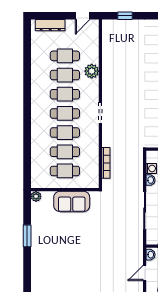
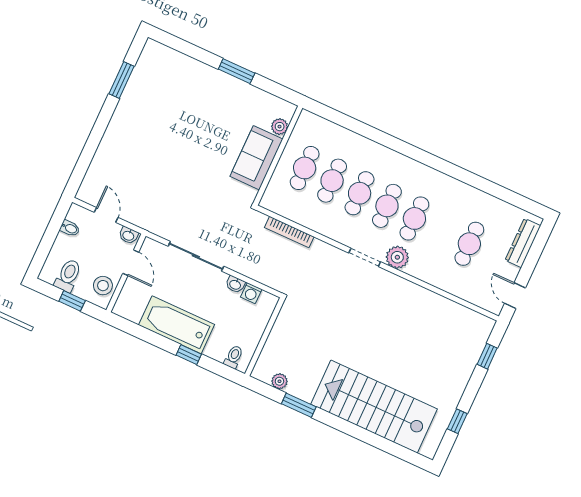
plant: (92, 71) -> (397, 257), moved
cafe table: (65, 75) -> (442, 231), removed
plant: (36, 196) -> (280, 127), moved

